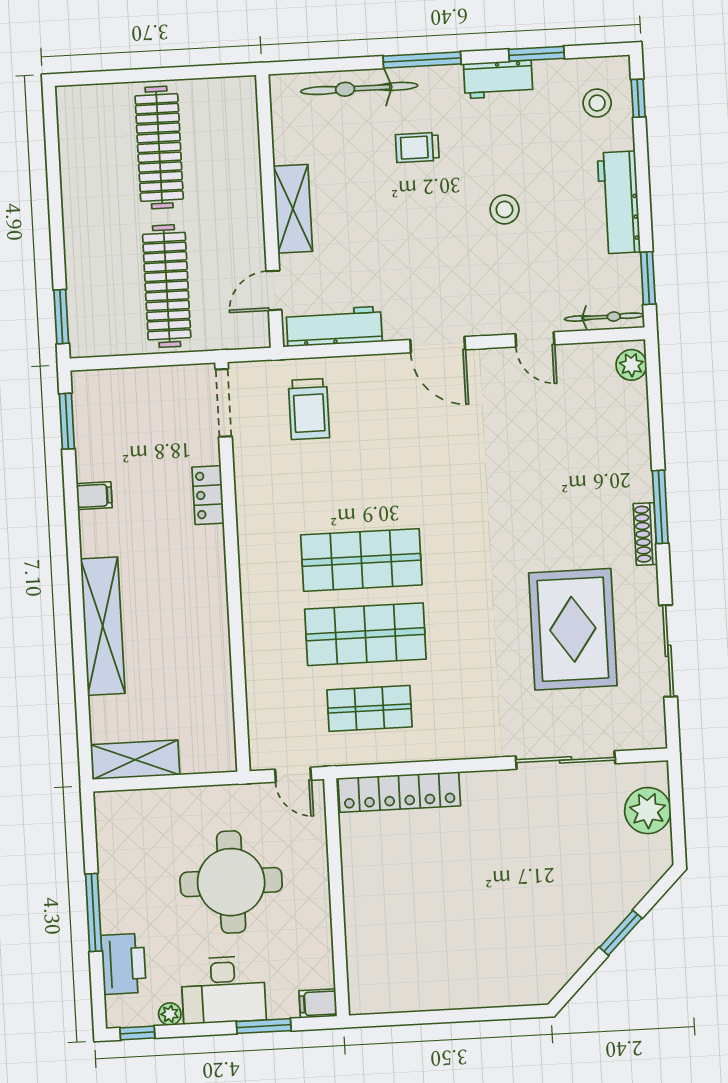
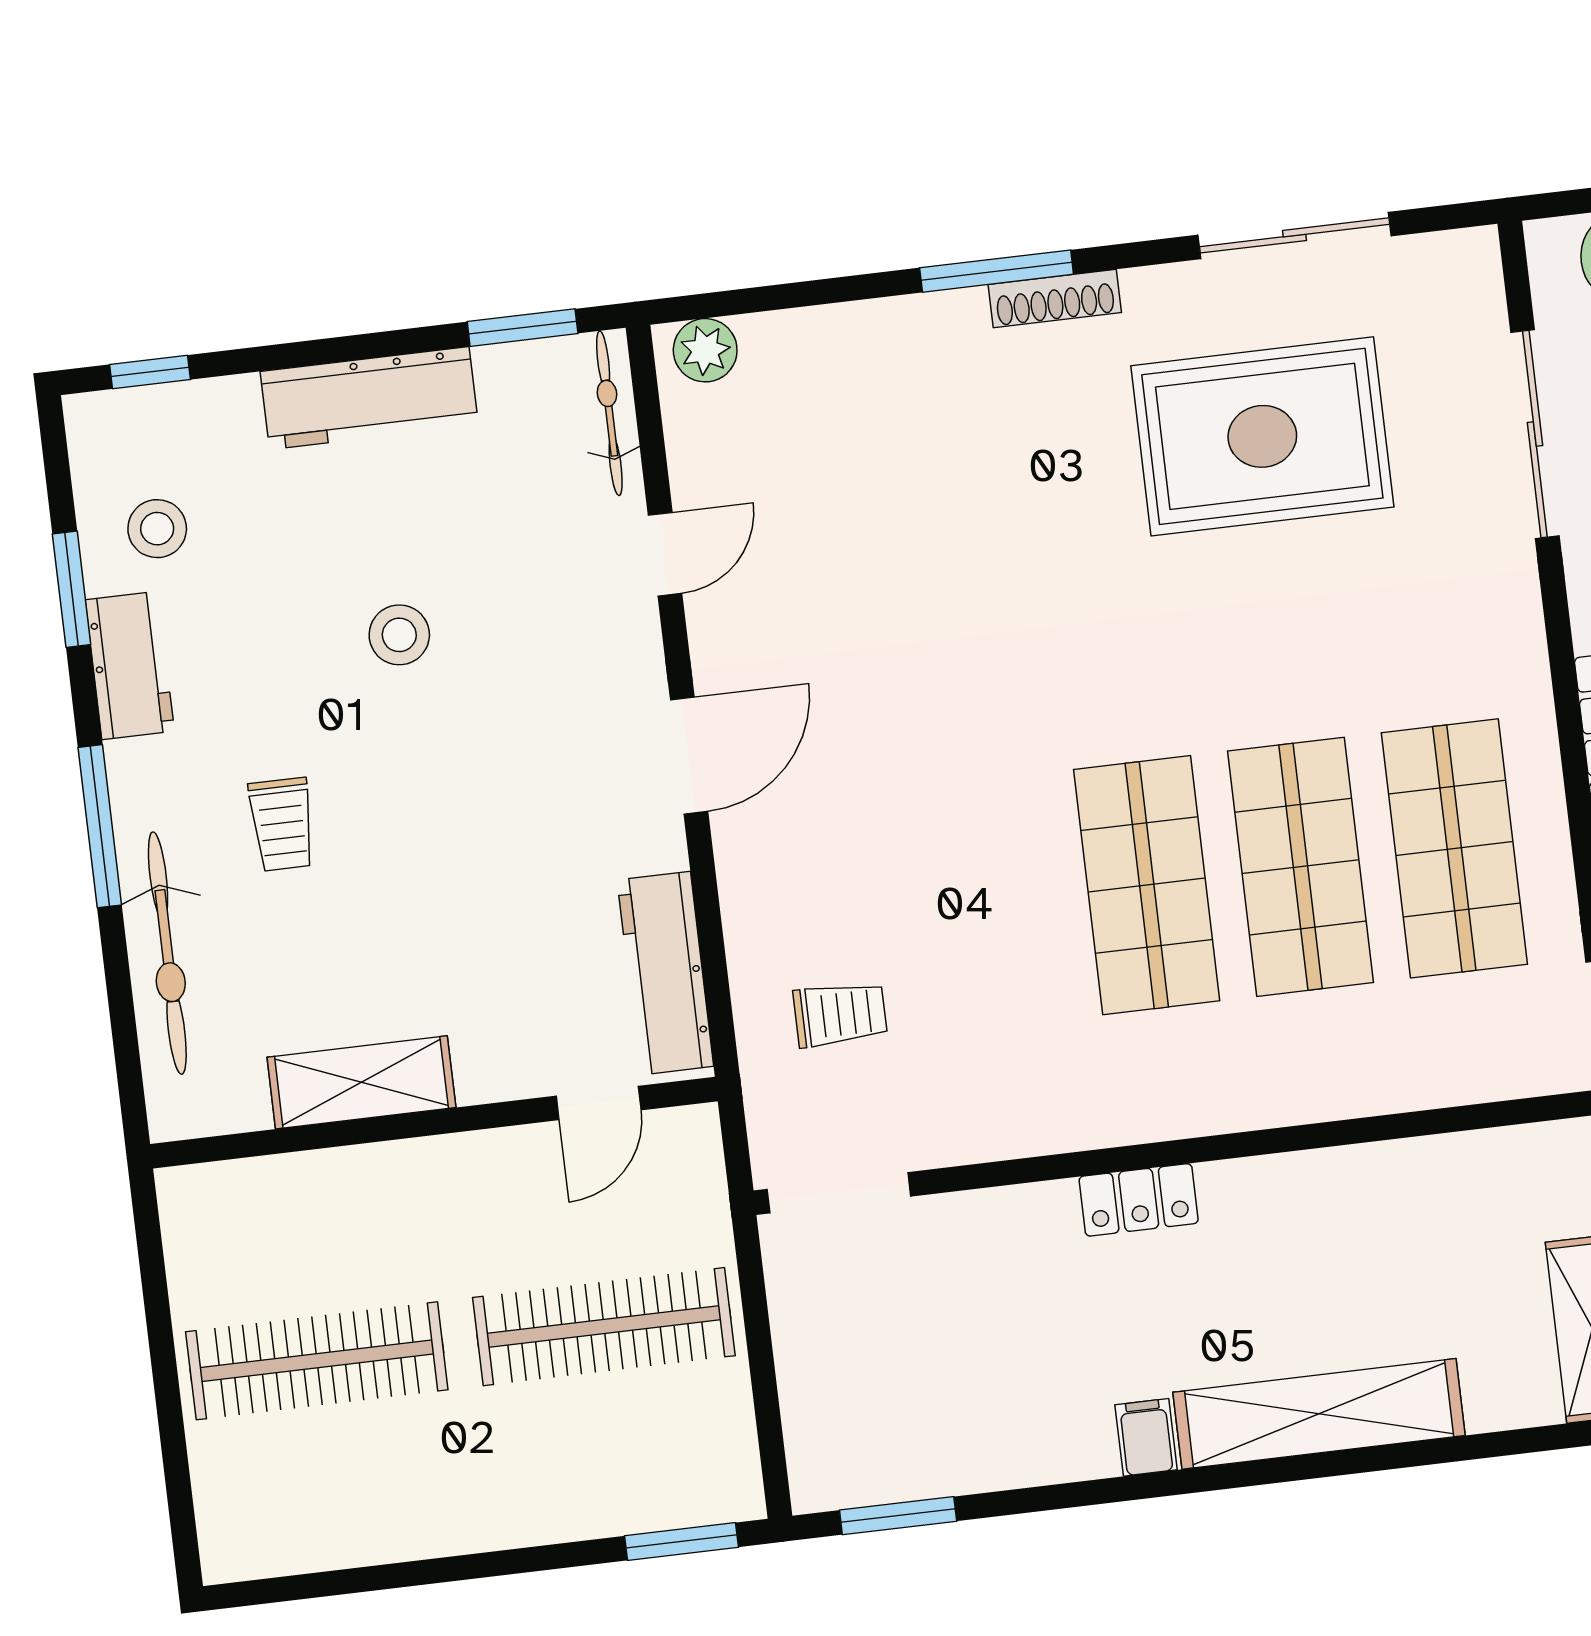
stool: (597, 103) -> (157, 529), moved
shelving: (293, 209) -> (361, 1082), moved
door: (274, 290) -> (599, 1103), hinge flipped
trolley: (309, 409) -> (840, 1014), width x0.73, depth x0.72
locker: (208, 495) -> (1139, 1200), moved
filing cabinet: (94, 496) -> (1146, 1437), moved
shop shelf: (369, 708) -> (1454, 848), width x1.43, depth x1.36

